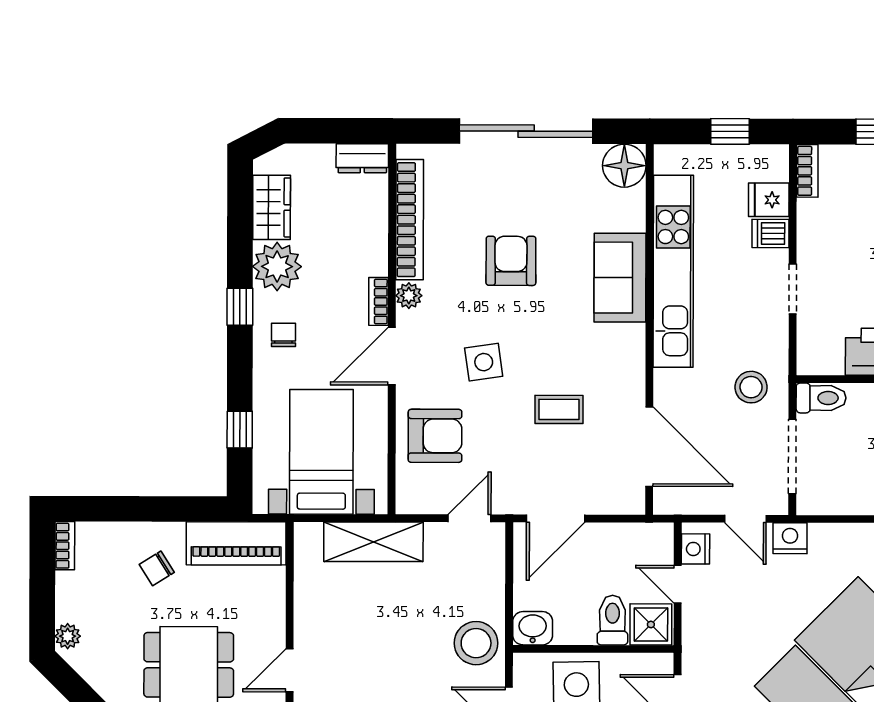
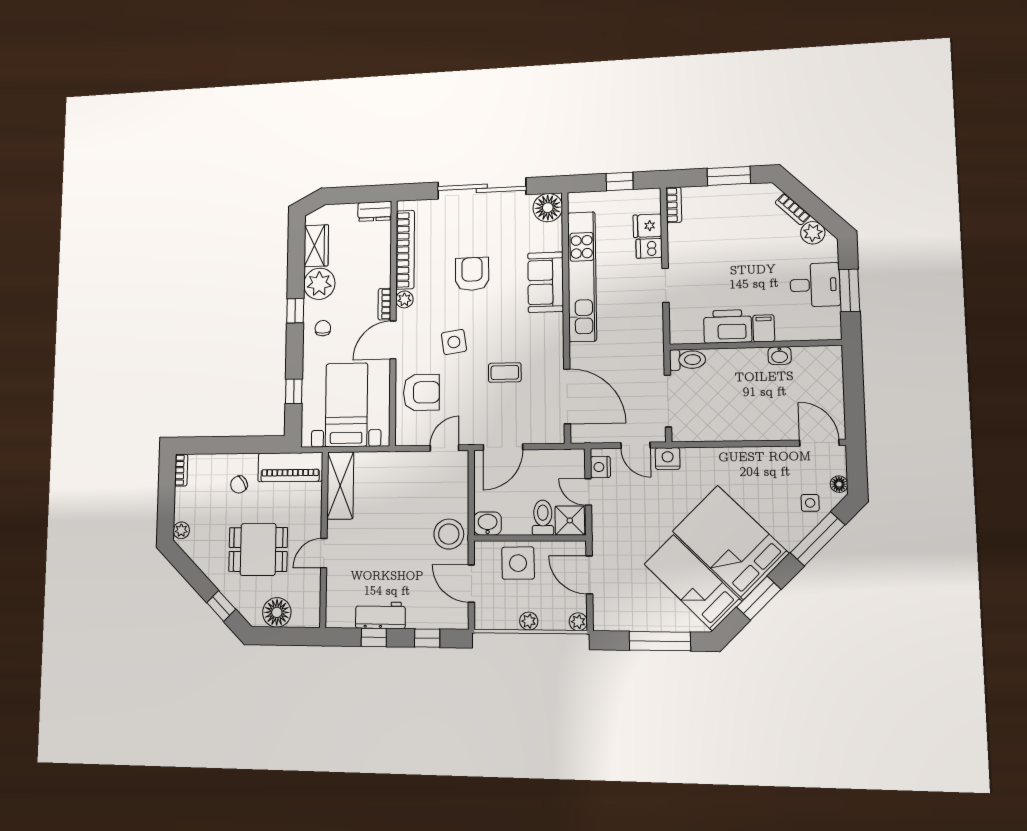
stool: (751, 387) -> (638, 354), removed
shelving: (373, 542) -> (340, 486), moved, turned 90

